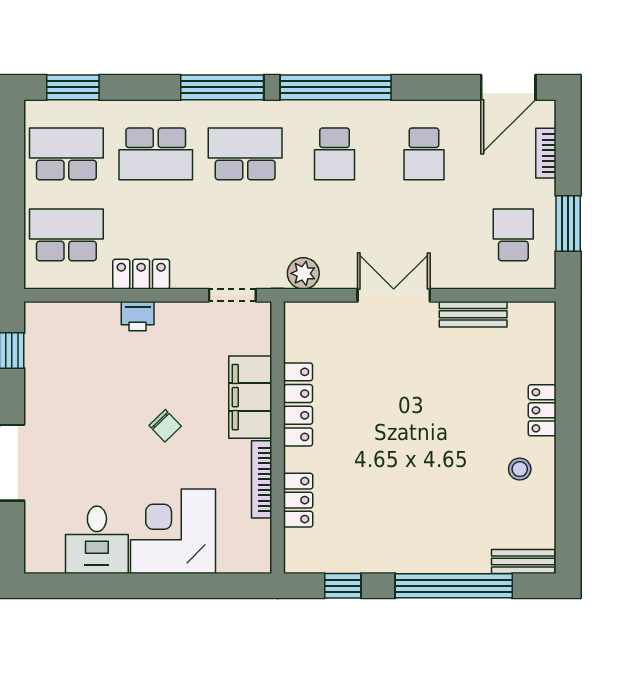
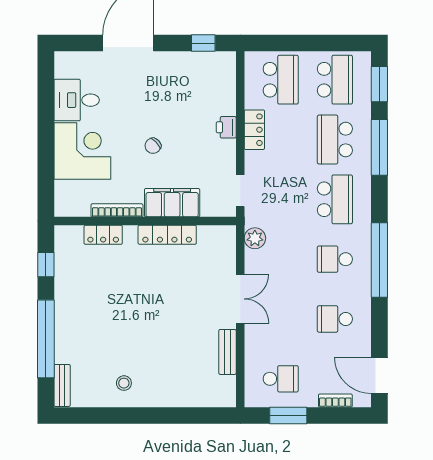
window: (222, 87) -> (379, 147), moved
locker: (542, 410) -> (163, 398), removed

